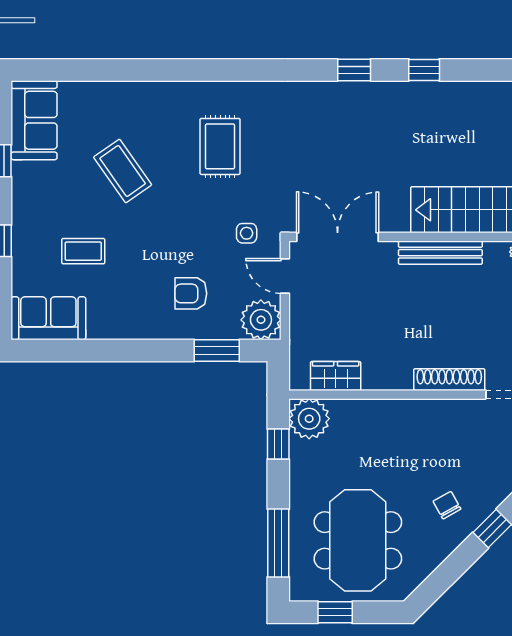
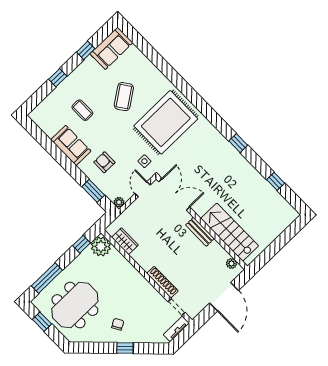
window: (424, 70) -> (276, 181), moved
rug: (220, 146) -> (166, 122), width x1.86, depth x2.06
bench: (440, 253) -> (200, 232), width x0.73
sofa: (48, 318) -> (71, 145), moved
plant: (261, 320) -> (119, 202), width x0.53, depth x0.53

